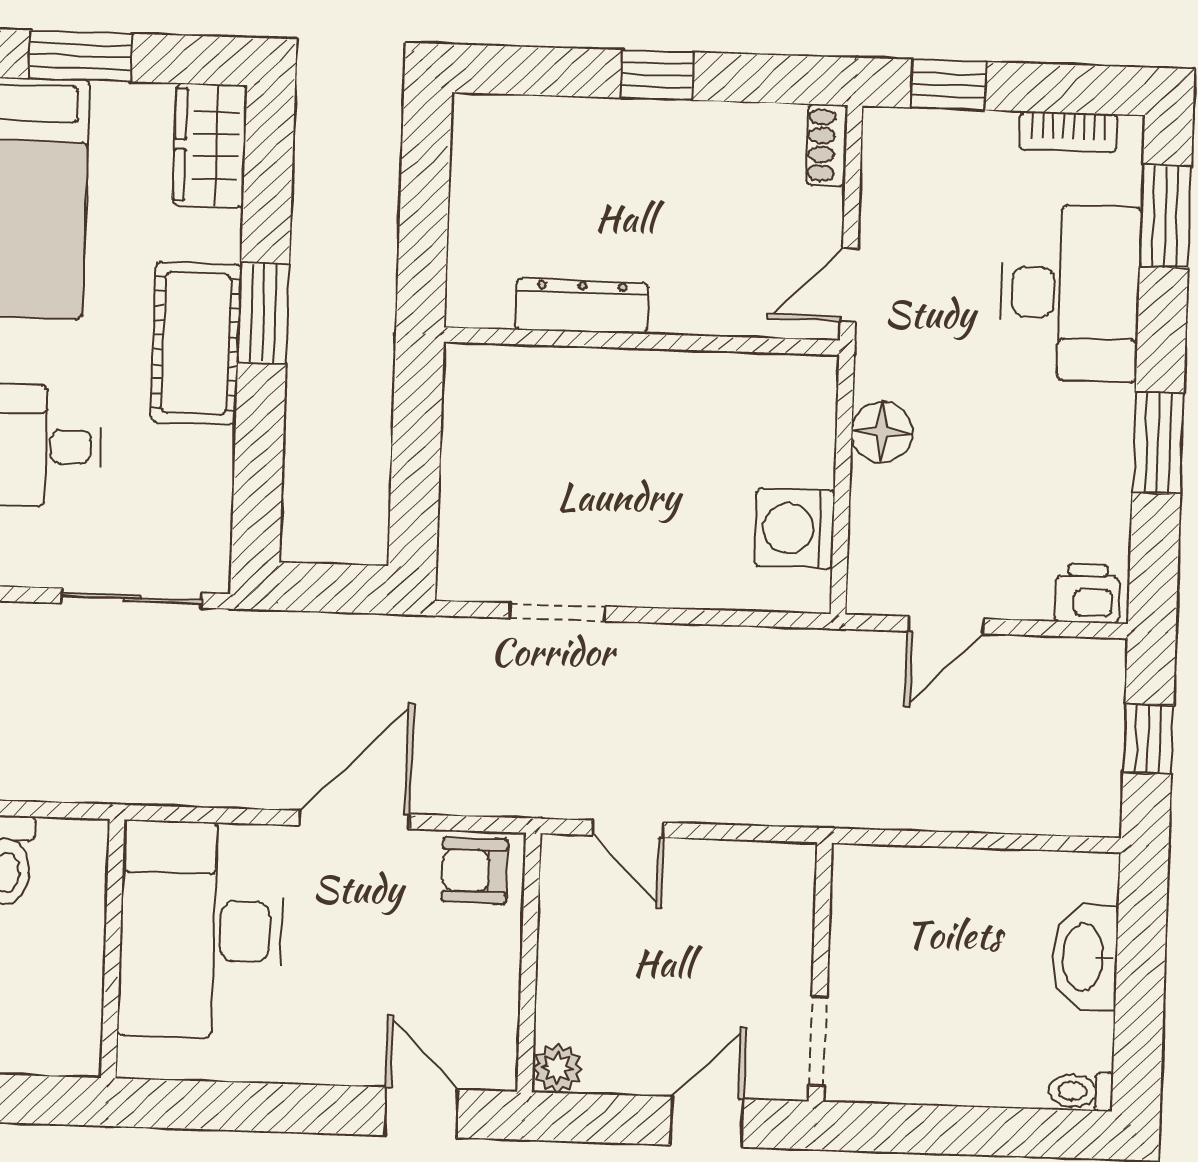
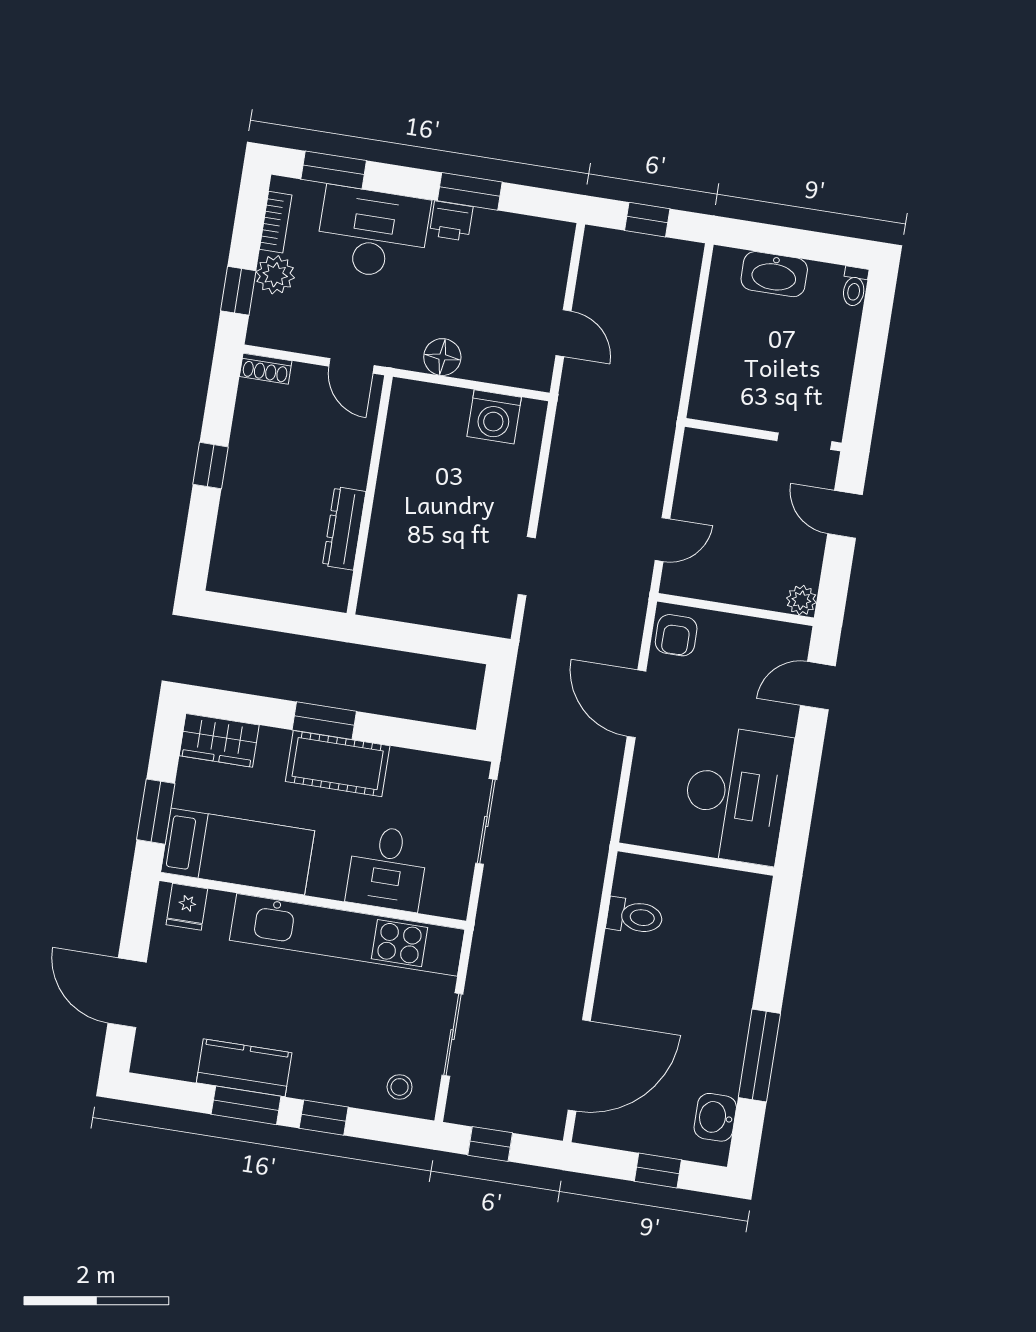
plant: (982, 142) -> (275, 275), added
printer: (1087, 594) -> (451, 221), moved, turned -90
desk: (201, 930) -> (736, 795), moved, turned -90

